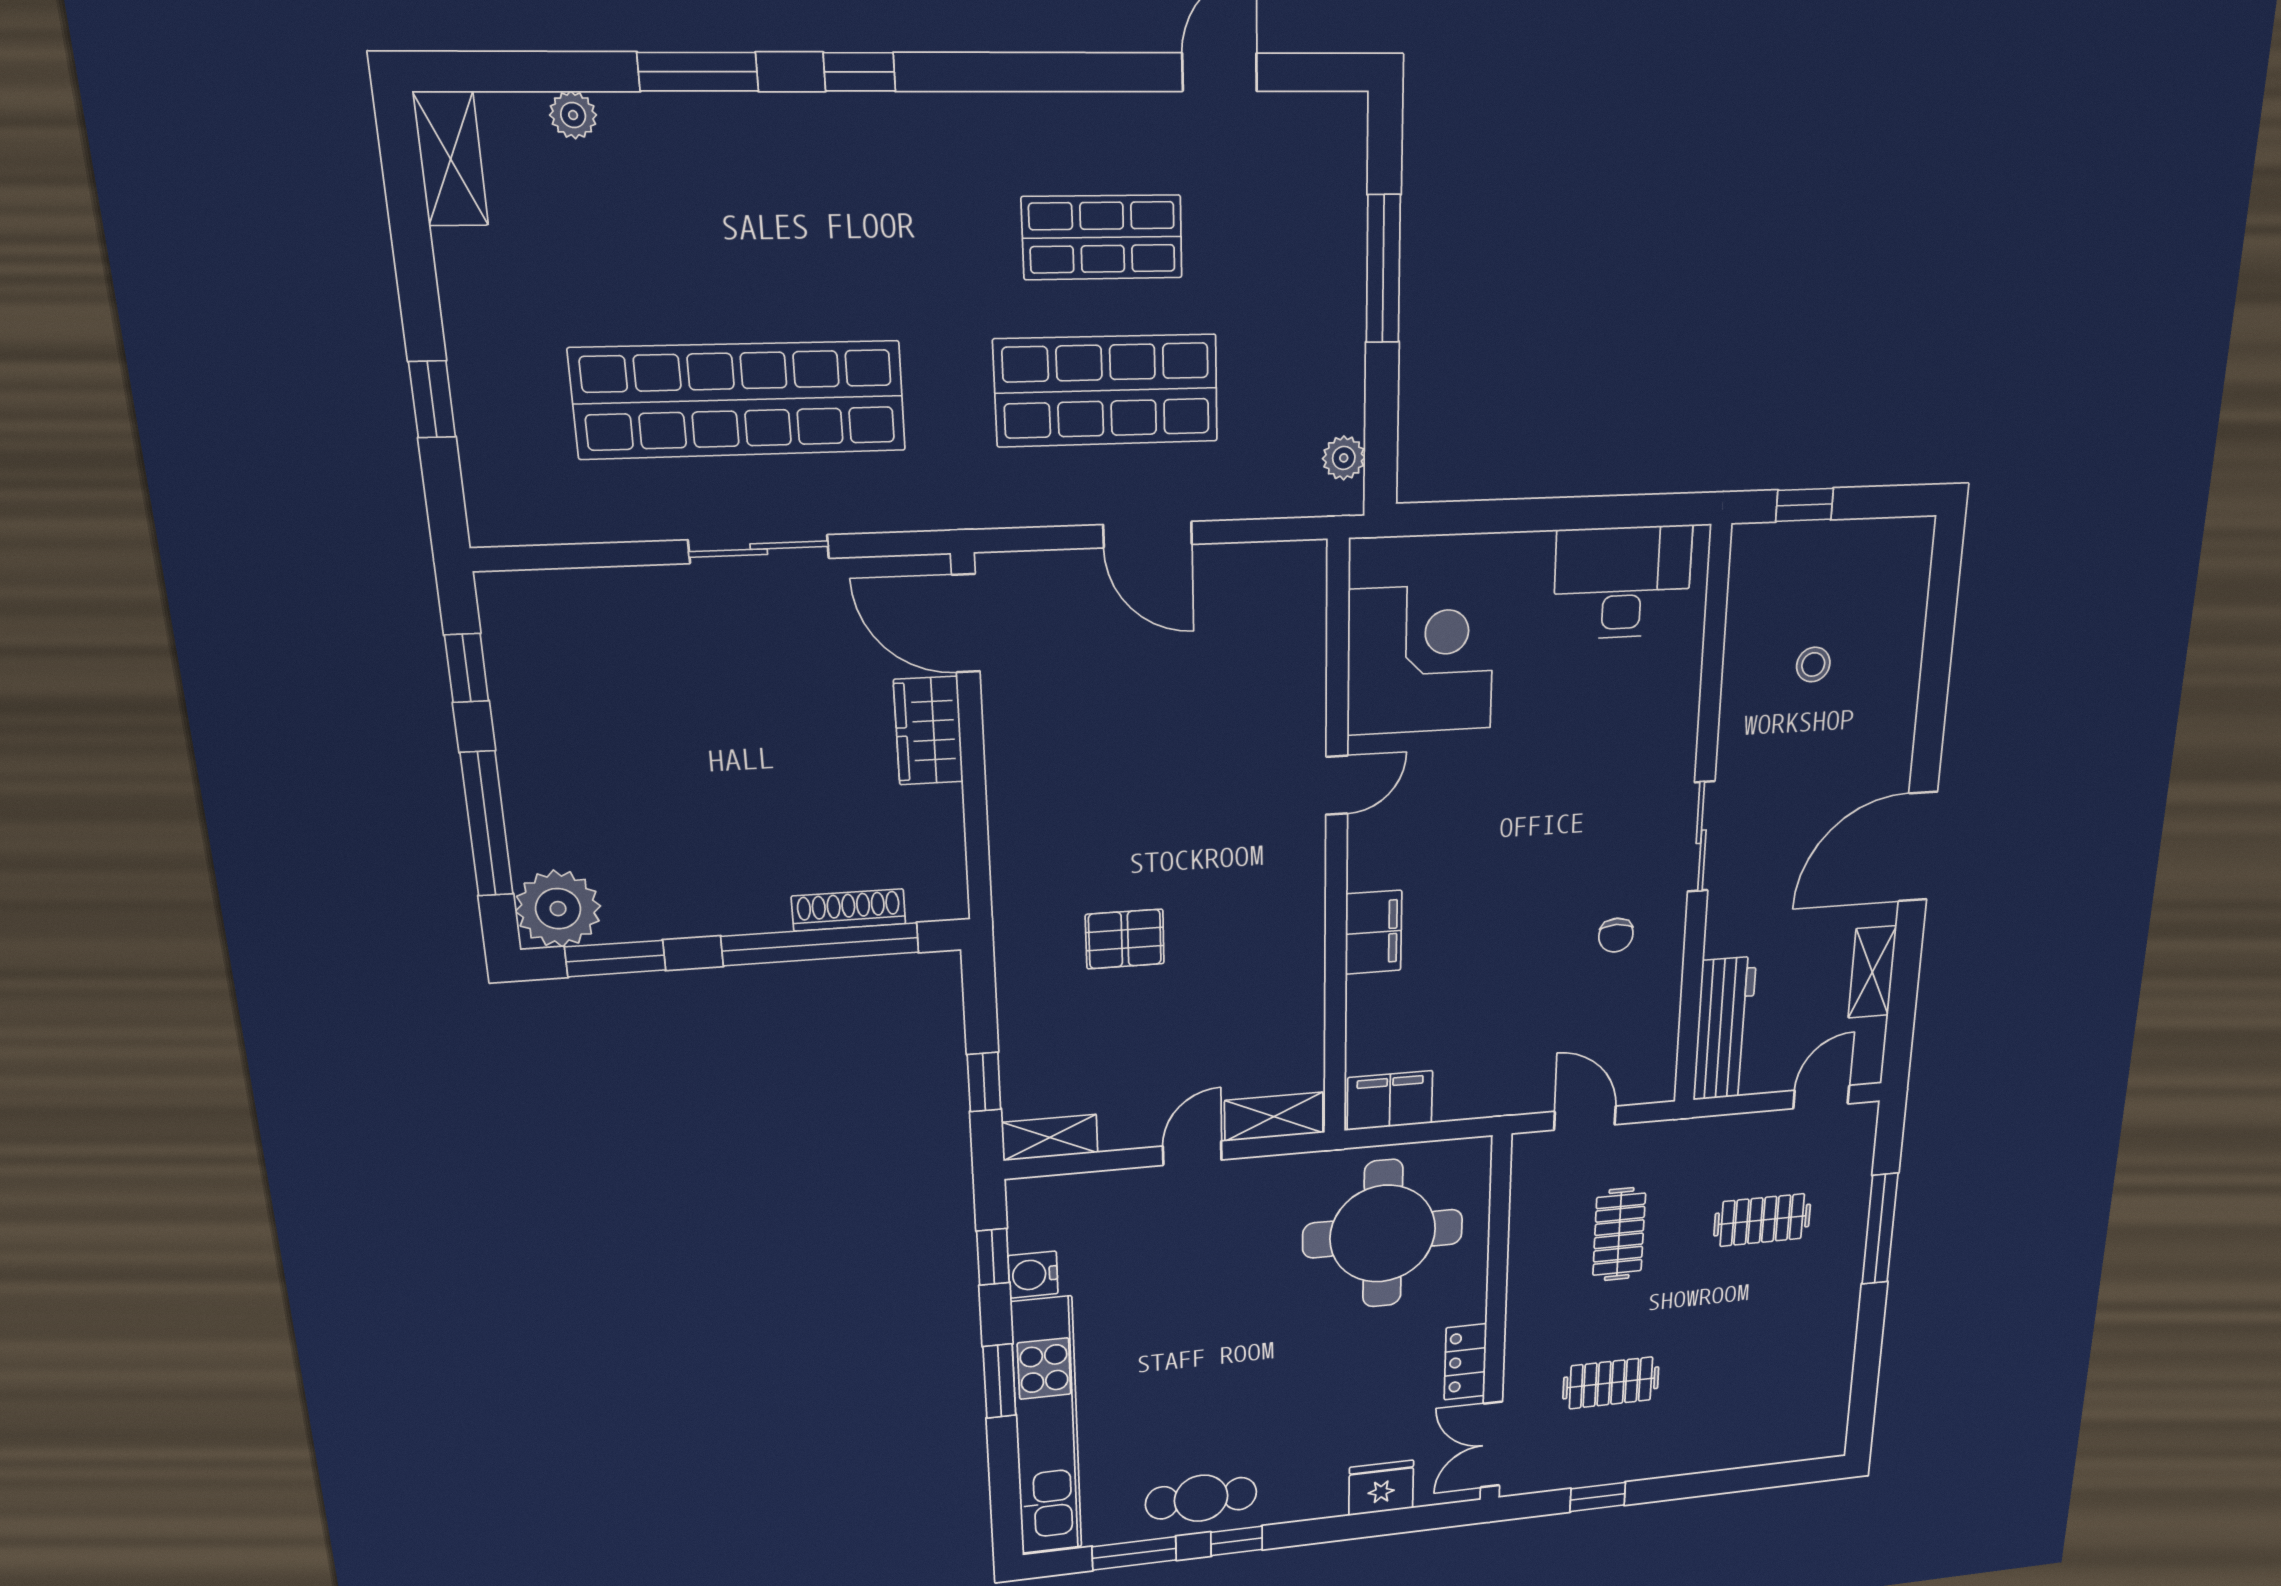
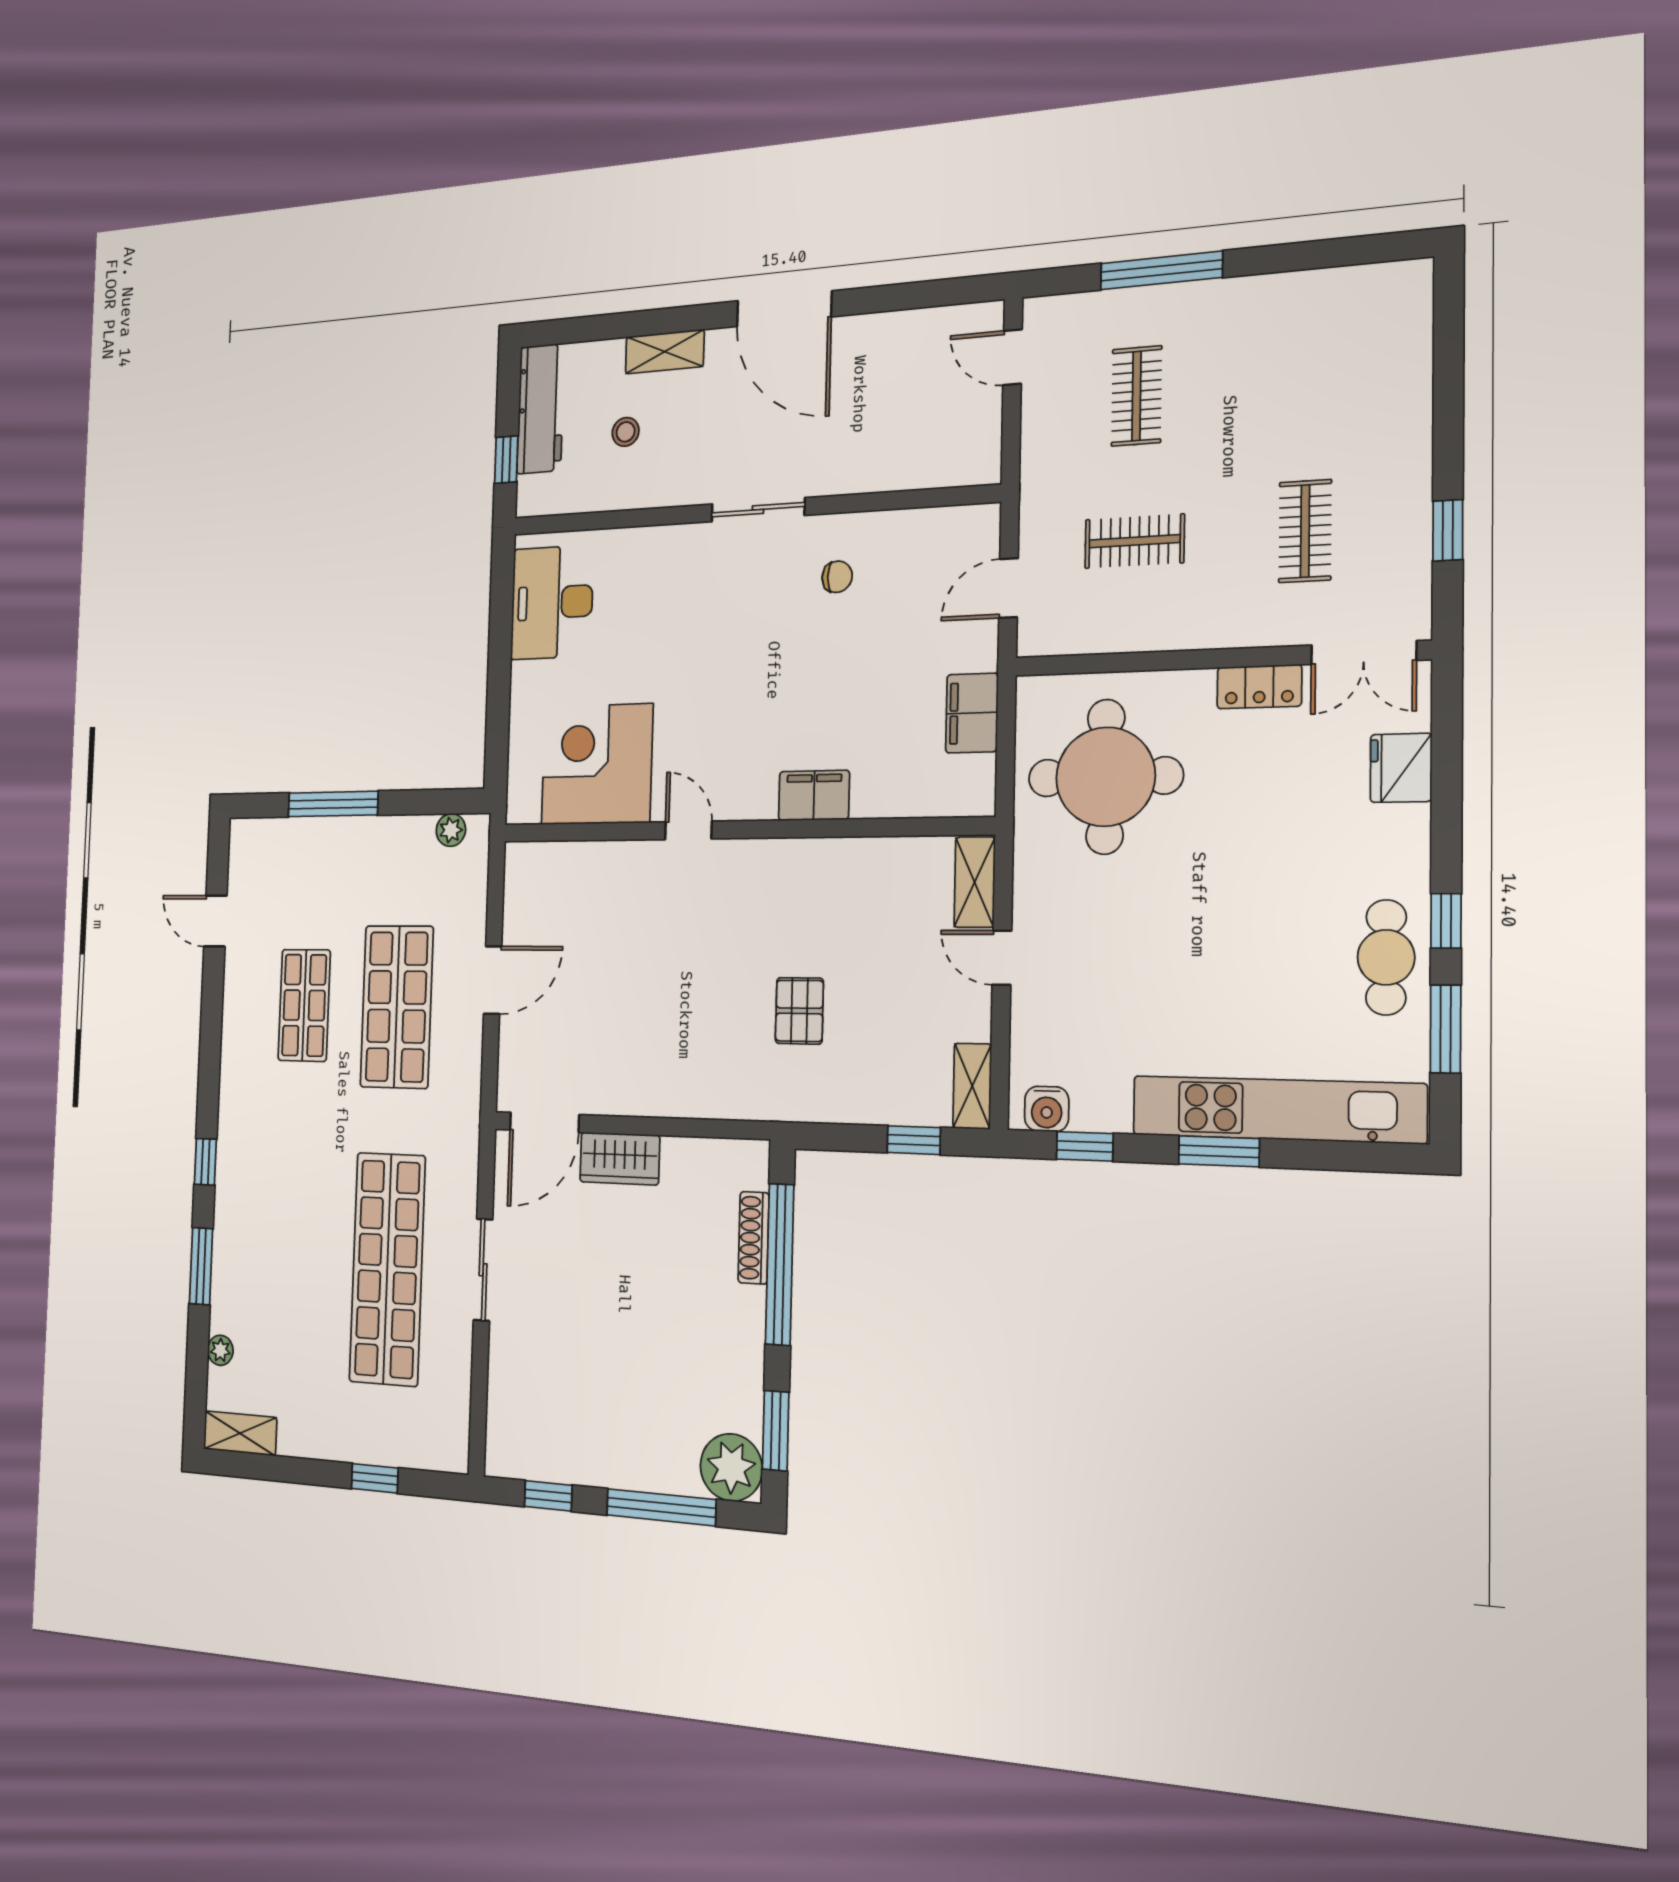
shelving: (1872, 972) -> (665, 352), moved
workbench: (1725, 1029) -> (541, 409), moved, turned 90
filing cabinet: (1390, 1101) -> (972, 713), moved
water cooler: (1033, 1275) -> (1047, 1109), moved

